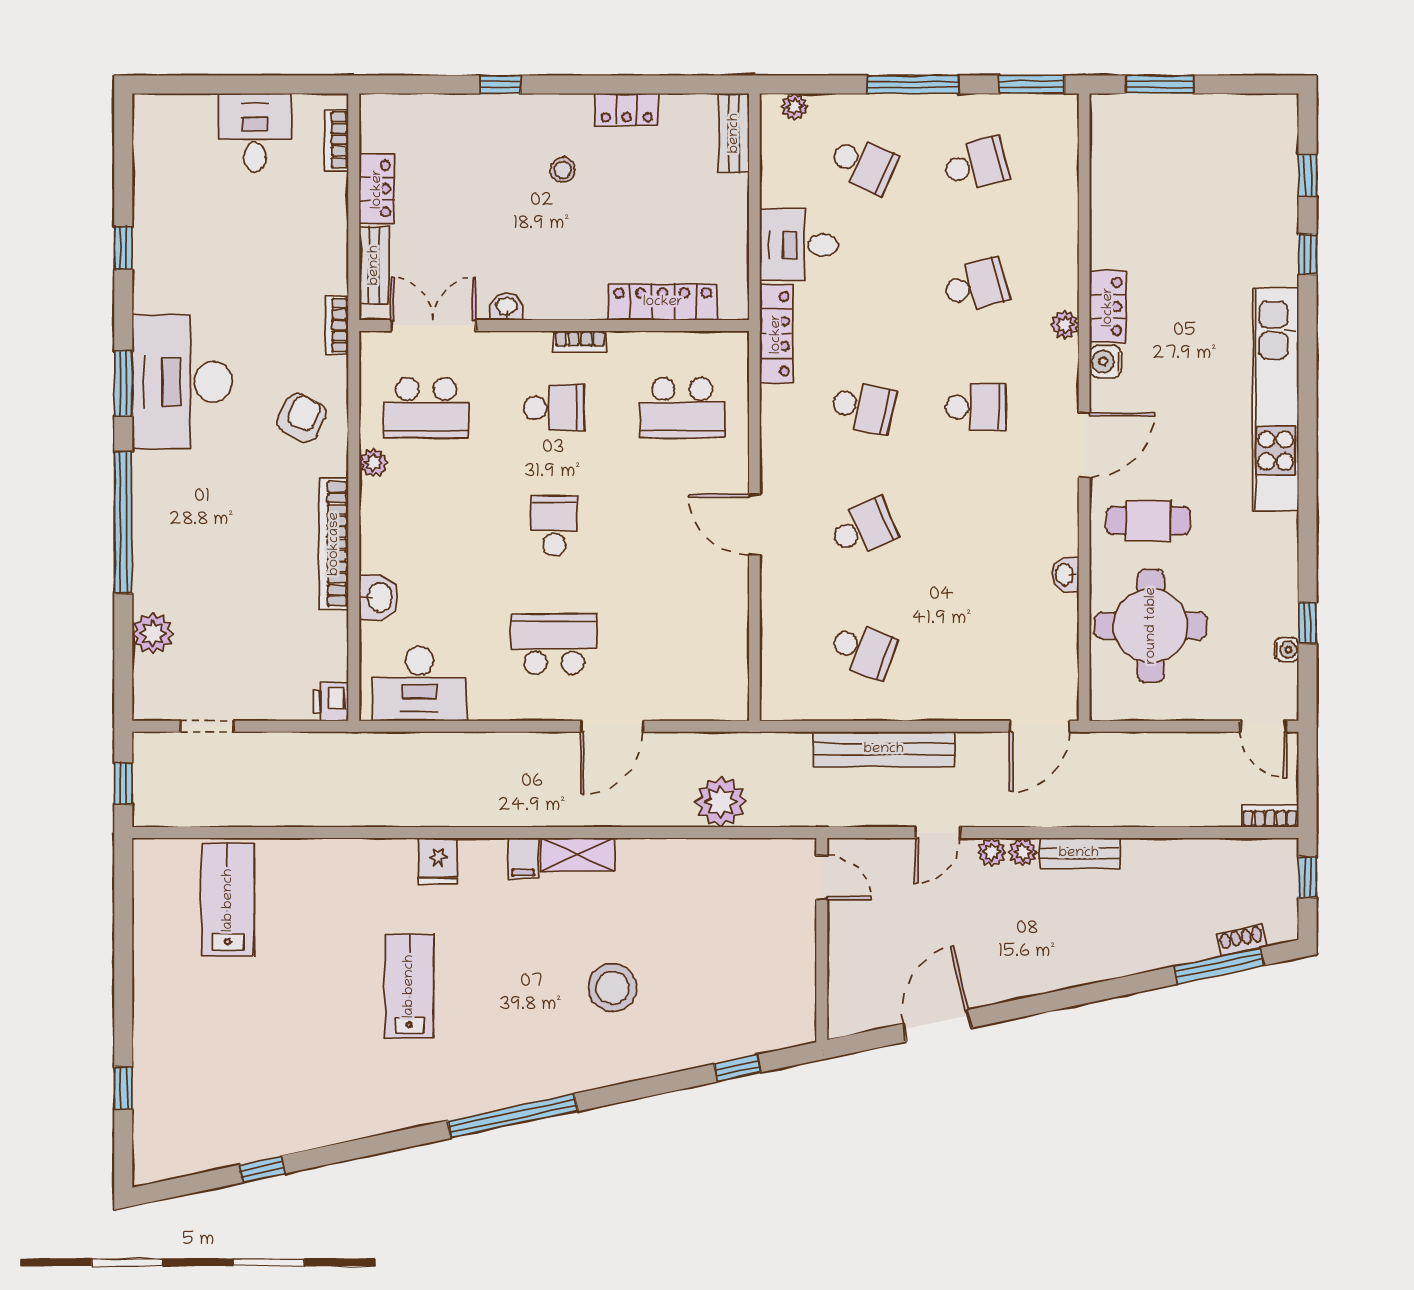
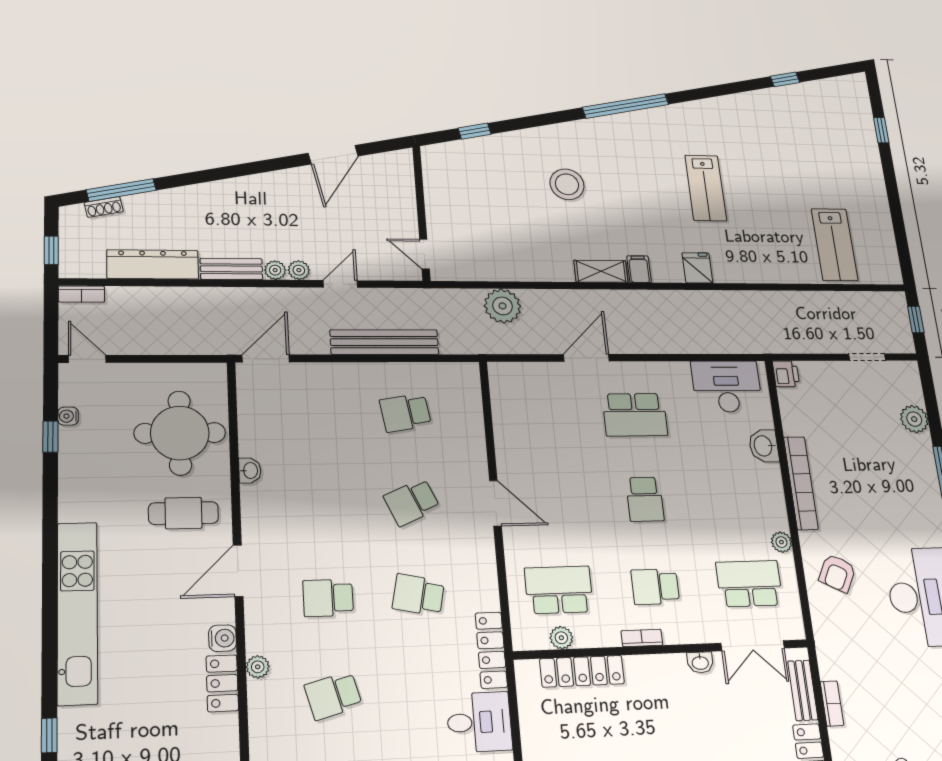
bookcase: (337, 325) -> (832, 703), moved
plant: (685, 346) -> (561, 638), added
school desk: (863, 650) -> (405, 413), turned -30
dresser: (1180, 859) -> (153, 264), added

